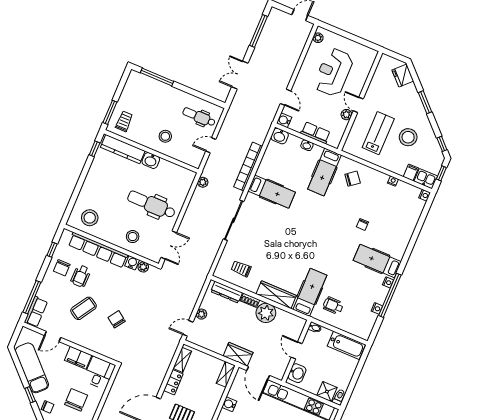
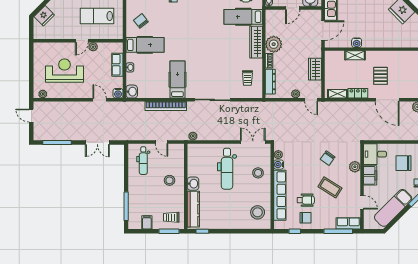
reception desk: (334, 72) -> (64, 71), turned 180
filing cabinet: (130, 92) -> (147, 222), added
door: (285, 97) -> (100, 100), hinge flipped
plant: (95, 345) -> (355, 167), added
wardrobe: (238, 354) -> (315, 69), moved
shelving: (226, 374) -> (355, 55), moved

